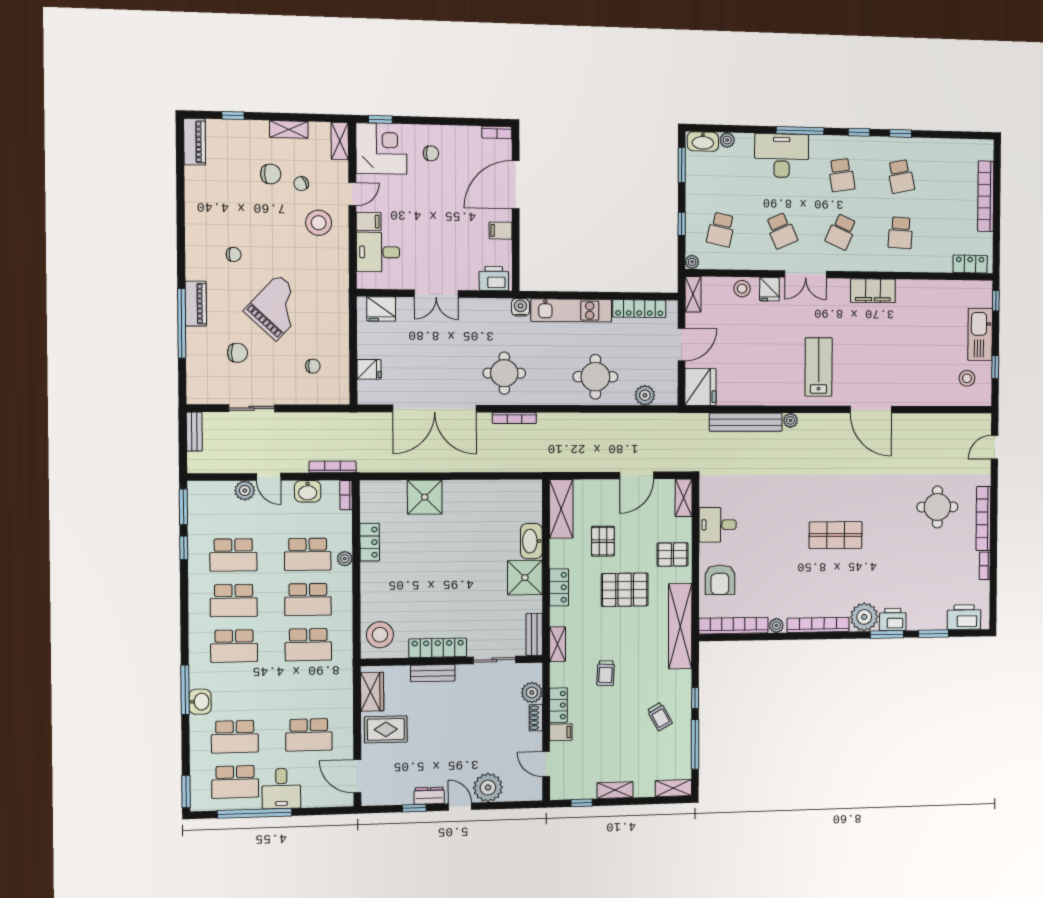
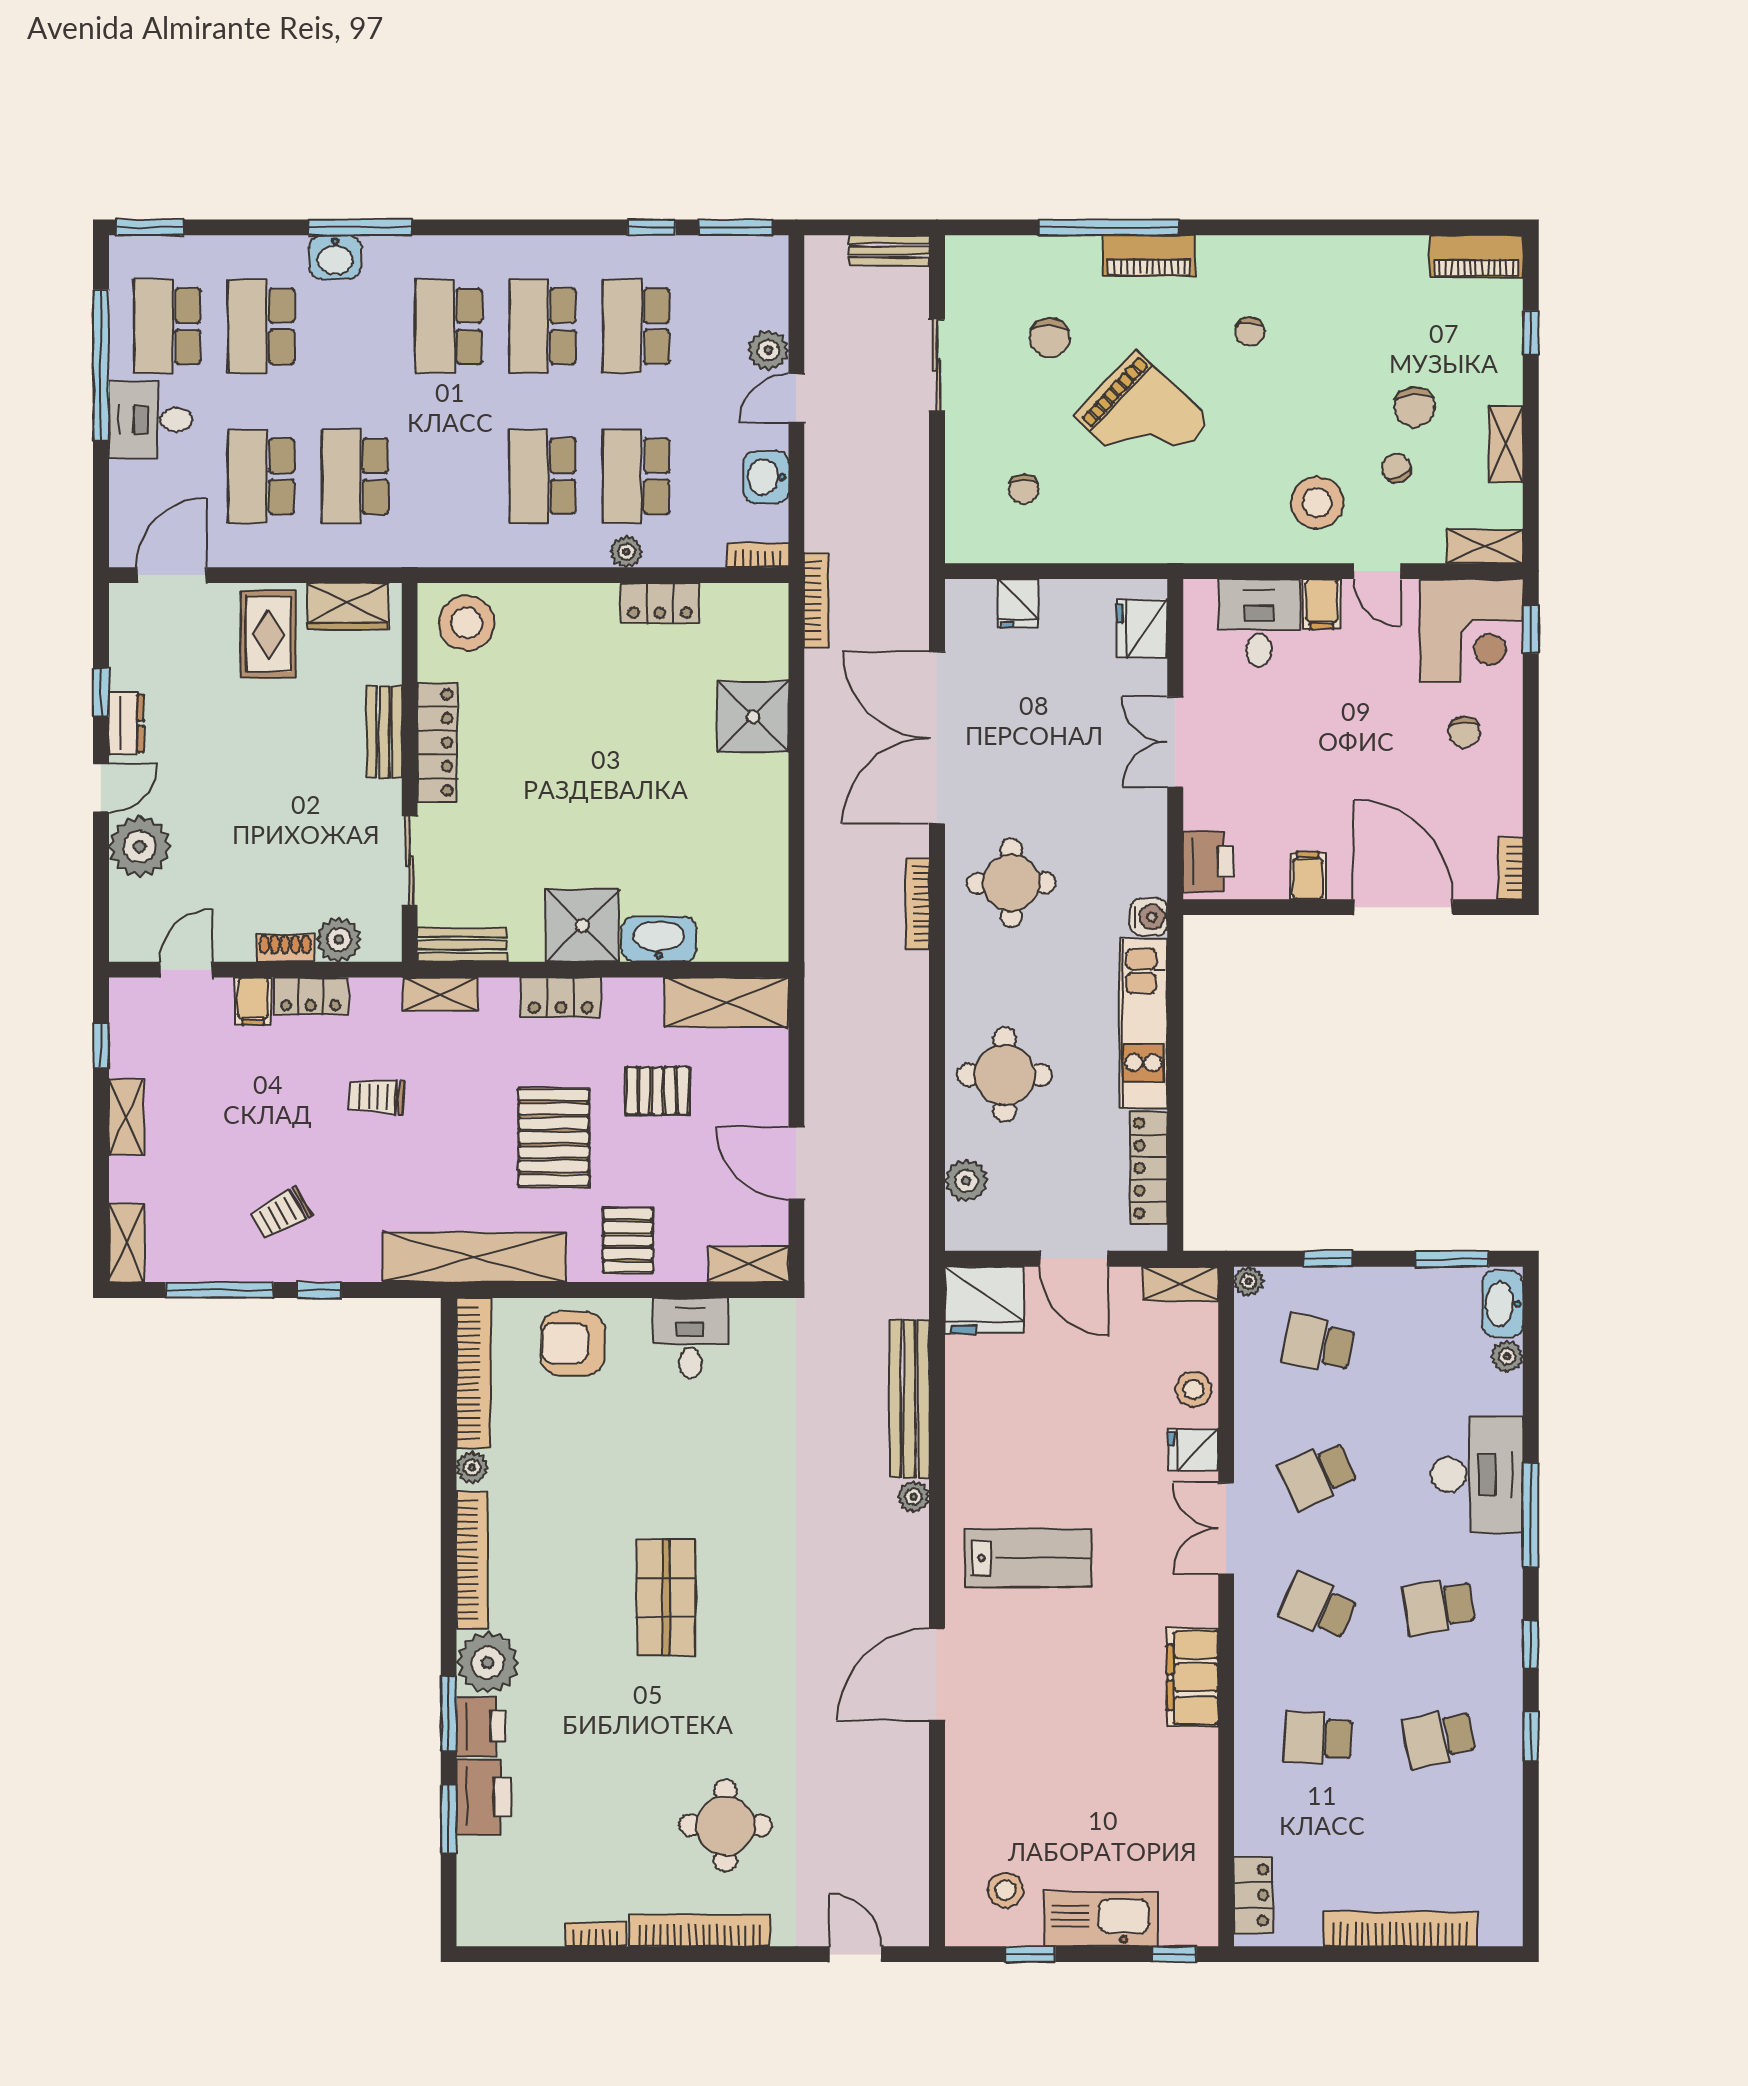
bookcase: (333, 467) -> (816, 600), moved
printer: (964, 617) -> (484, 1797), moved
school desk: (308, 645) -> (355, 476), moved

